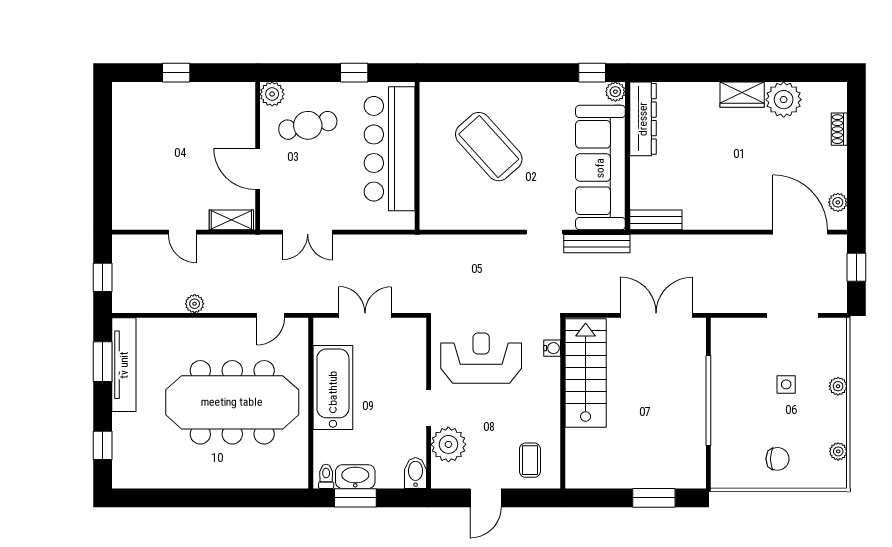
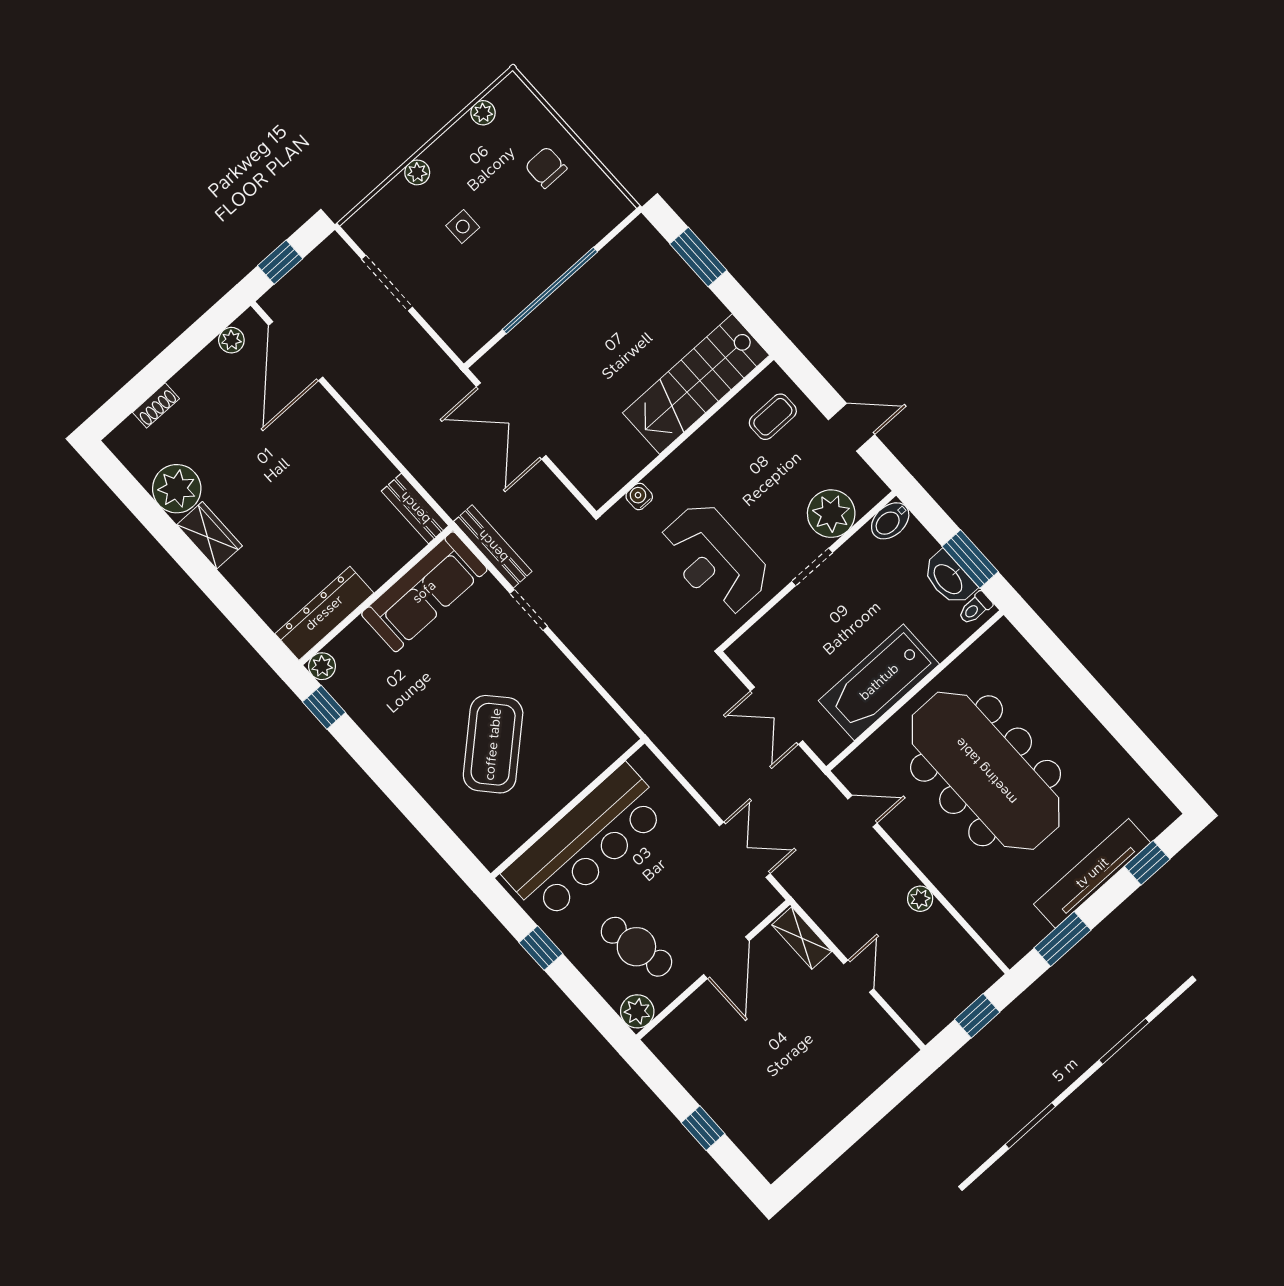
sofa: (600, 168) -> (424, 592), width x0.74, depth x0.79
tv unit: (124, 365) -> (1092, 873), moved
stairs: (586, 373) -> (696, 384), moved

